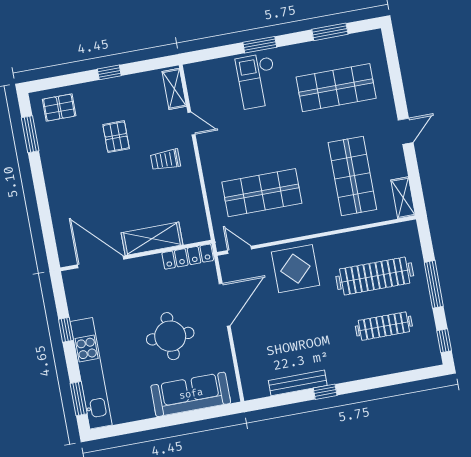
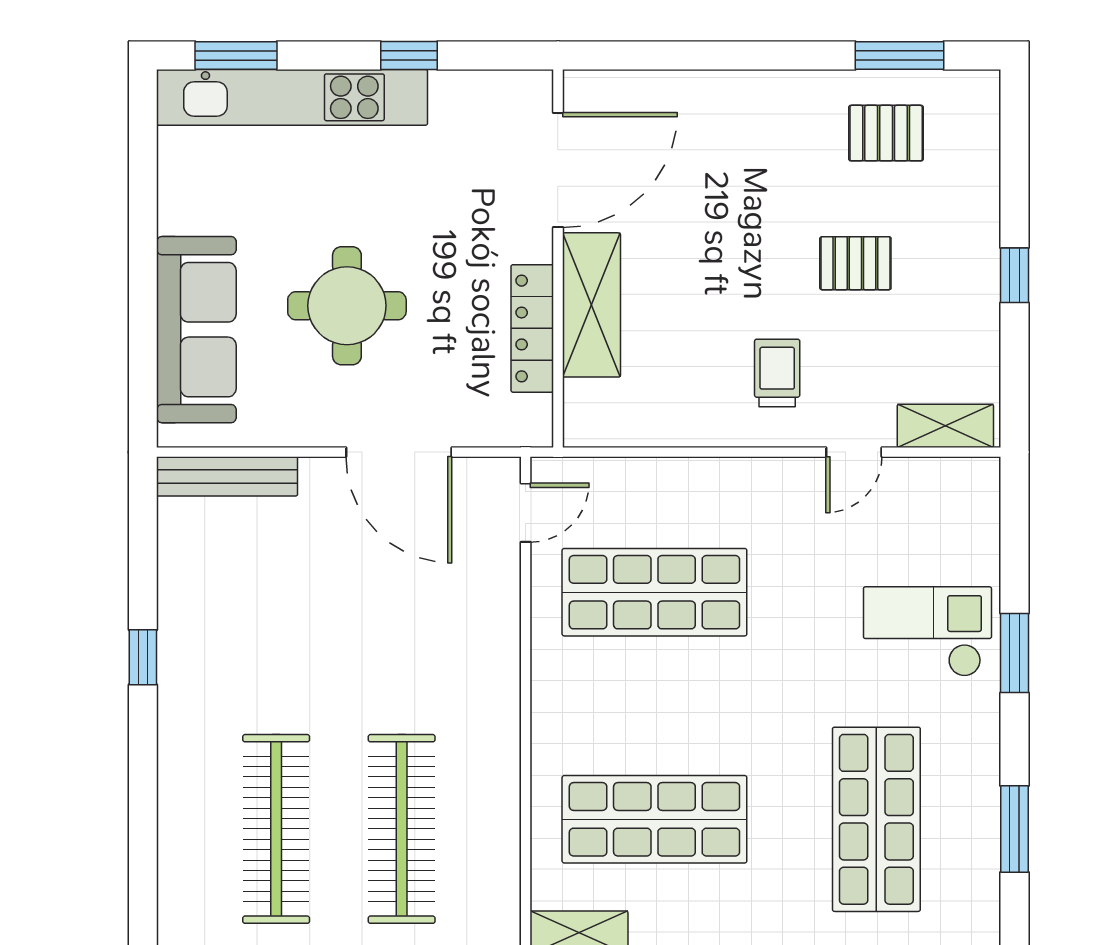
pallet: (59, 108) -> (886, 133), moved, turned 90
shop shelf: (262, 193) -> (654, 592), turned 90
locker: (188, 257) -> (532, 328), moved
display table: (295, 269) -> (455, 640), removed
clothes rail: (384, 326) -> (276, 829), width x1.37, depth x1.31
bench: (298, 383) -> (227, 476), moved, turned 90

